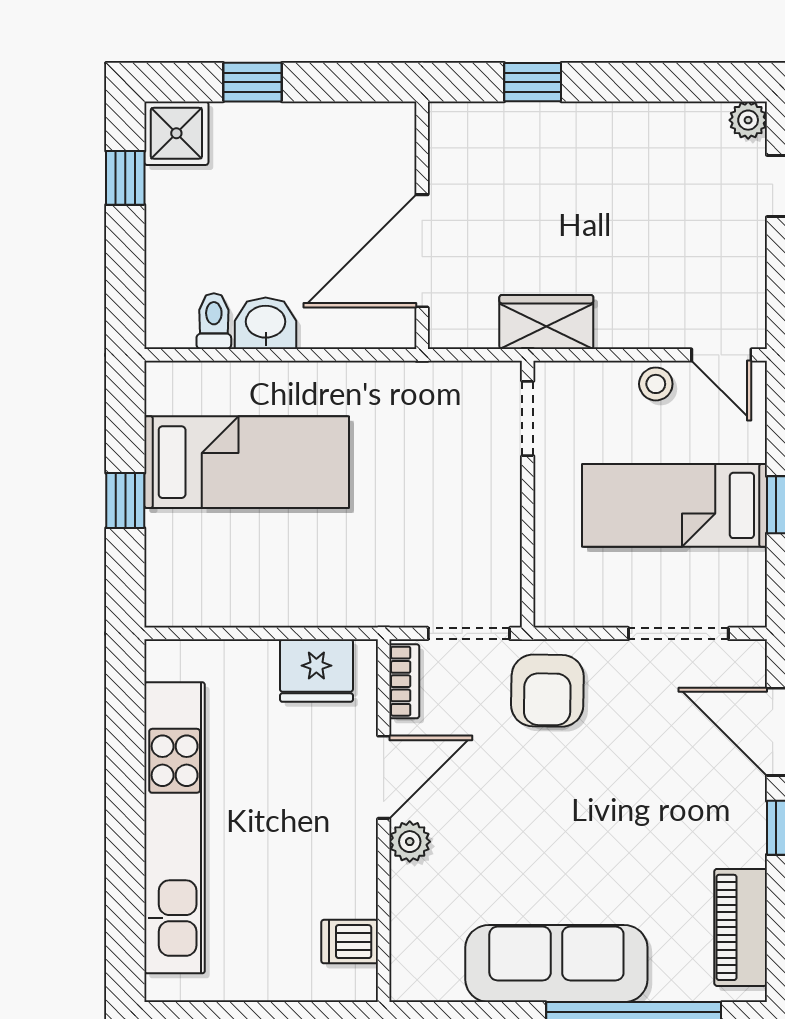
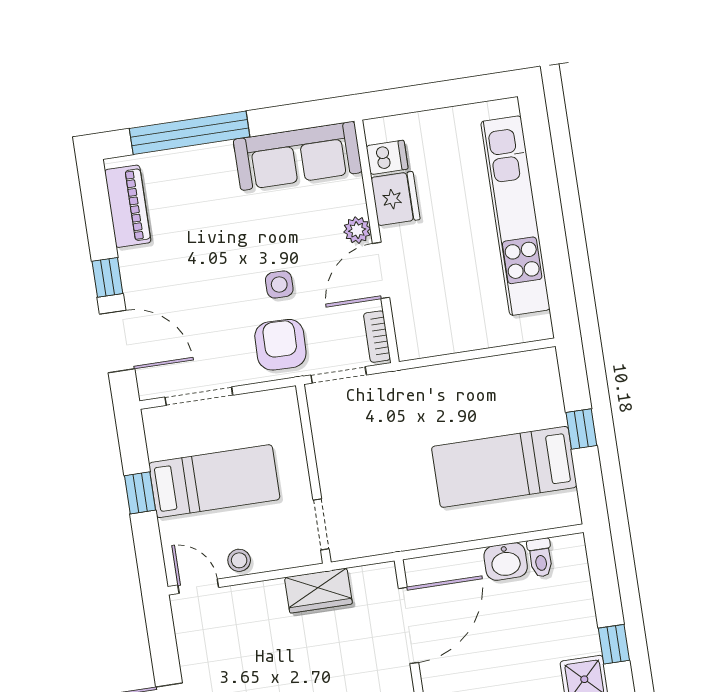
fridge: (316, 671) -> (395, 199), moved, turned 90
side table: (536, 779) -> (279, 284), added
sofa: (556, 964) -> (298, 156), moved

